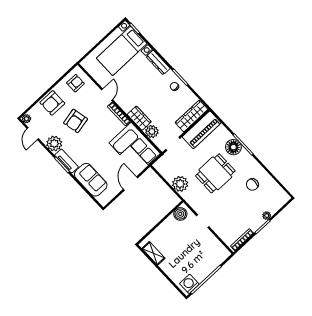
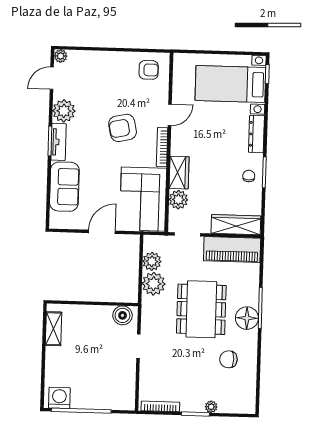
armchair: (52, 103) -> (104, 66), removed
armchair: (75, 121) -> (123, 128), moved
floor lamp: (233, 147) -> (247, 318), moved
dining table: (215, 173) -> (201, 309), width x1.38
plant: (169, 174) -> (152, 261), added

